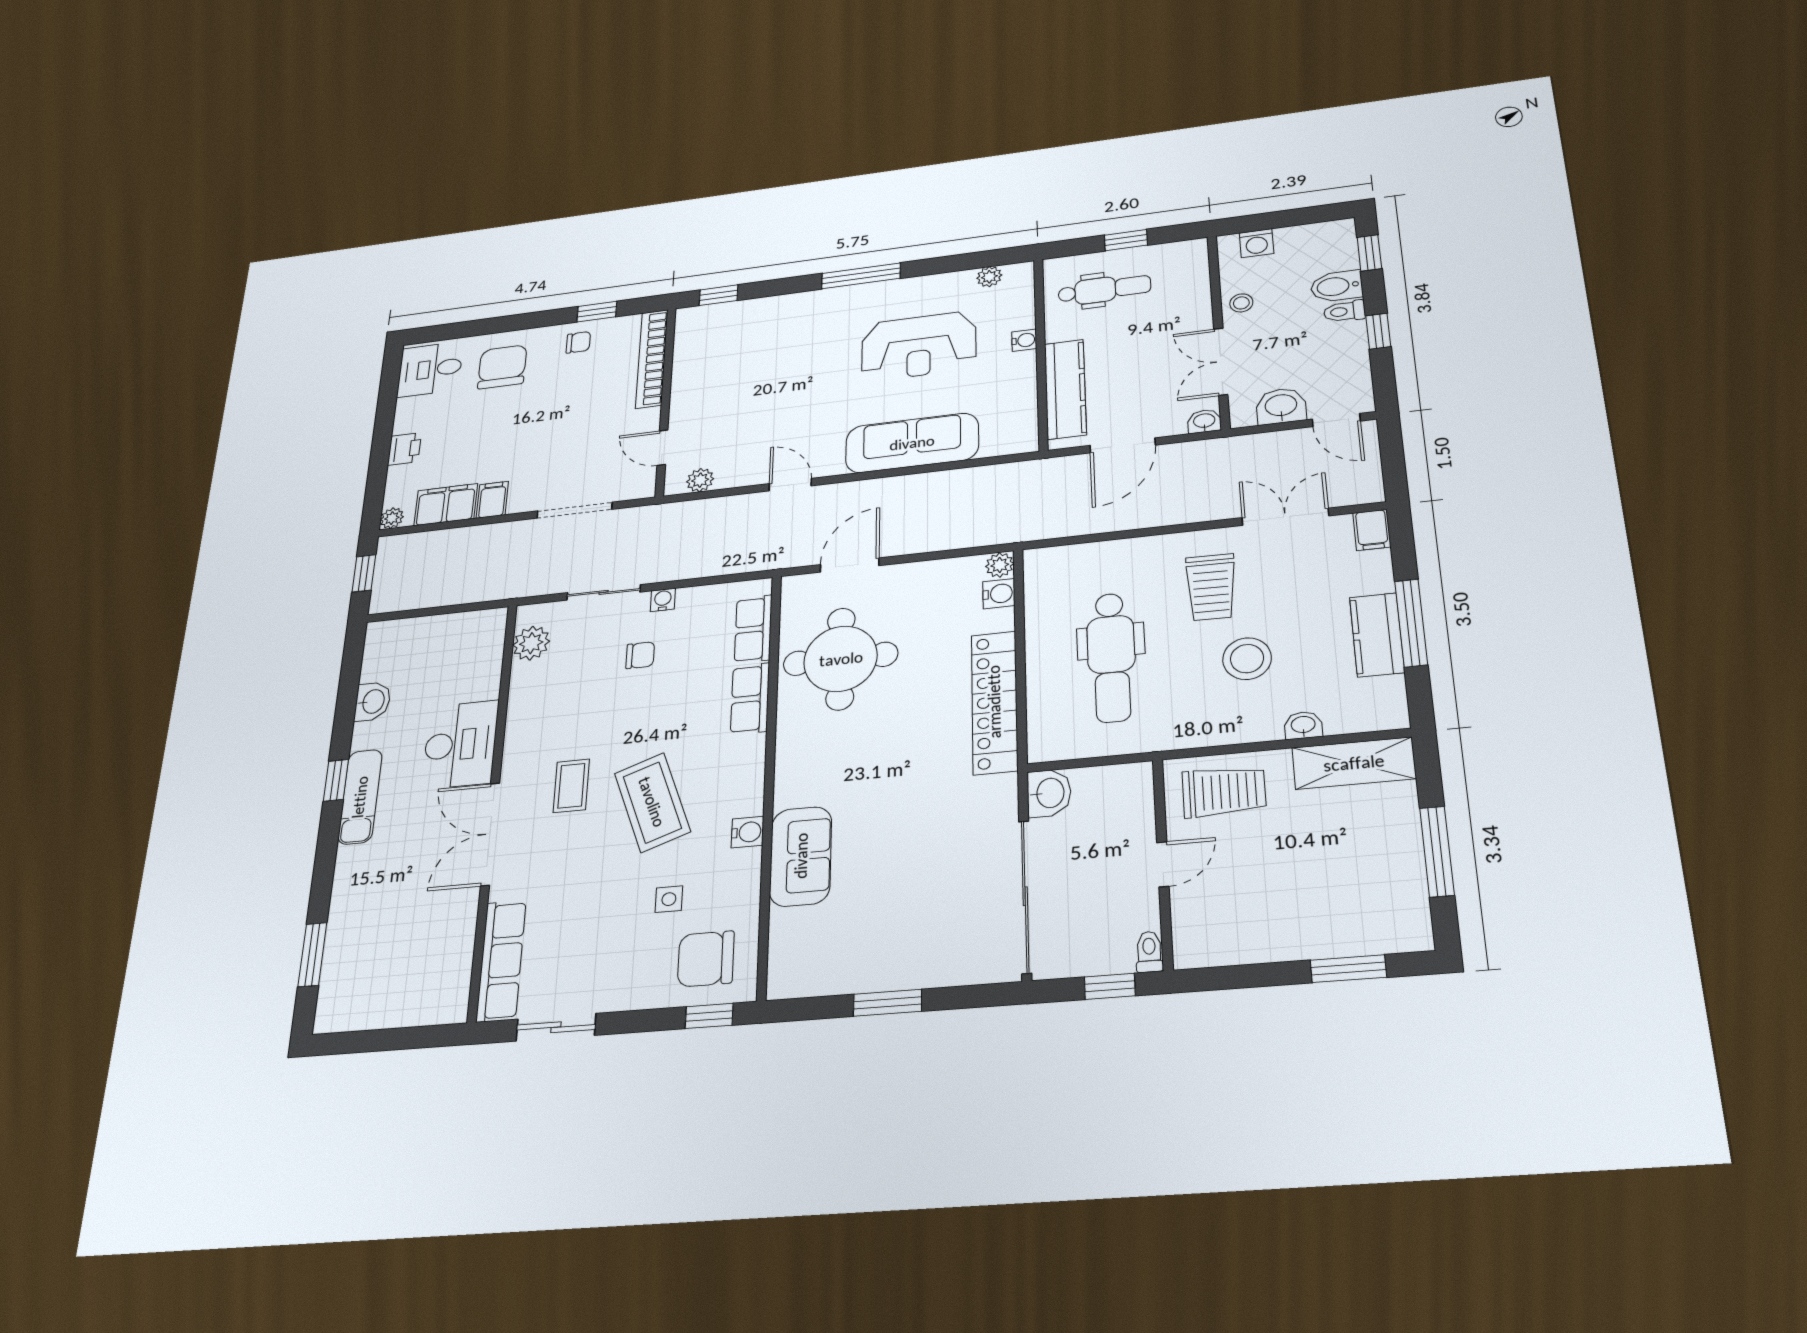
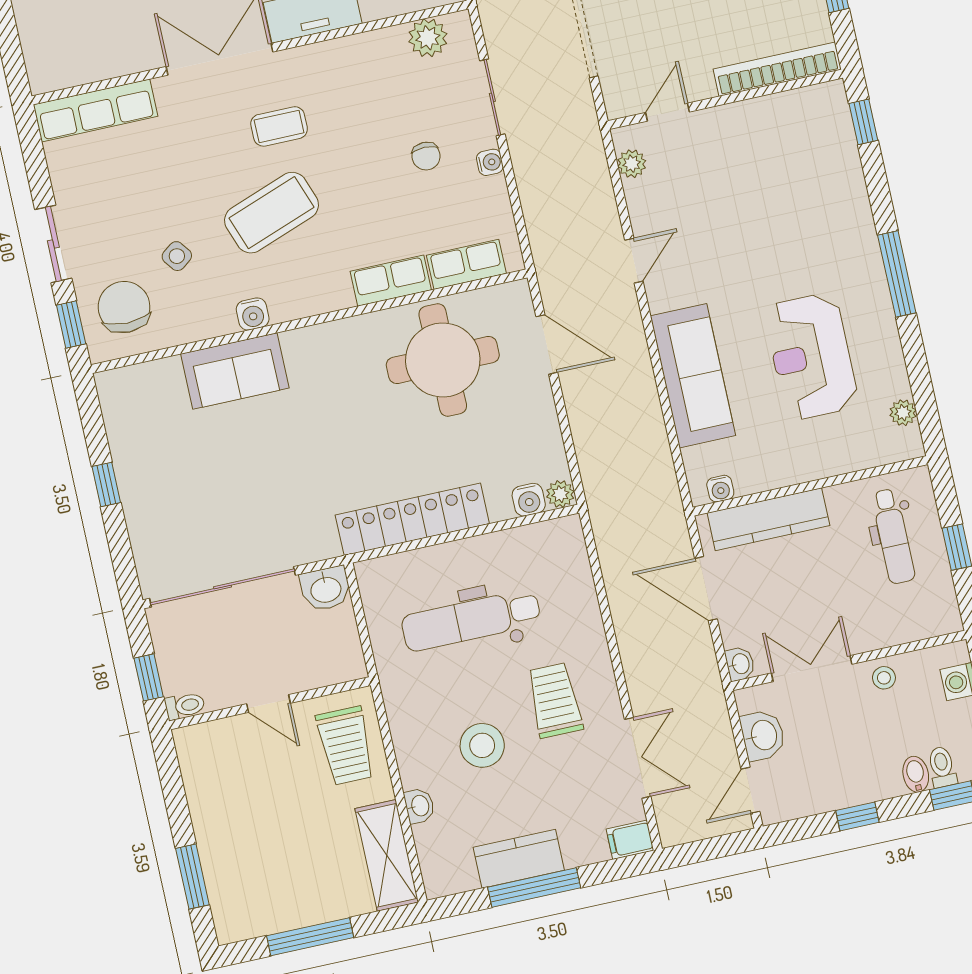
bidet: (1337, 286) -> (916, 774), width x0.72, depth x0.74
toilet: (1345, 311) -> (942, 767), moved
water cooler: (1024, 340) -> (720, 489), moved
trolley: (1211, 587) -> (555, 700), turned 89
side table: (669, 899) -> (177, 256), turned -37
window: (887, 1003) -> (106, 485), width x0.67
sliding door: (556, 1027) -> (53, 244), moved

